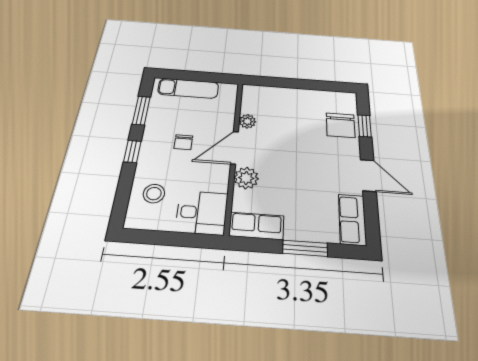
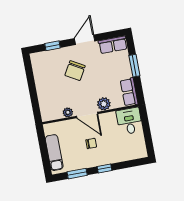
chair: (341, 125) -> (75, 71), moved, turned 120
stool: (154, 194) -> (126, 148), removed

